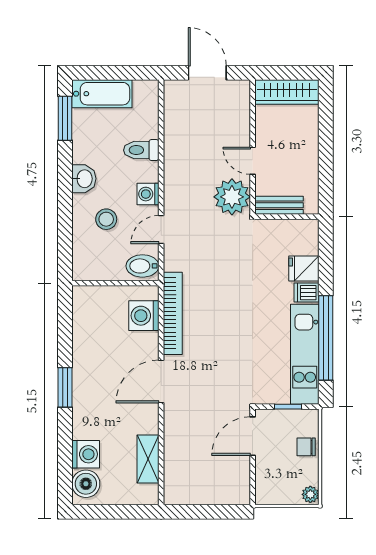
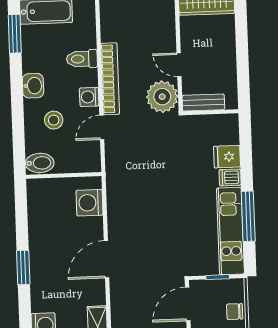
bidet: (142, 266) -> (40, 163), moved, turned 180
bookcase: (173, 313) -> (110, 79), moved
window: (326, 338) -> (248, 216), width x0.68

